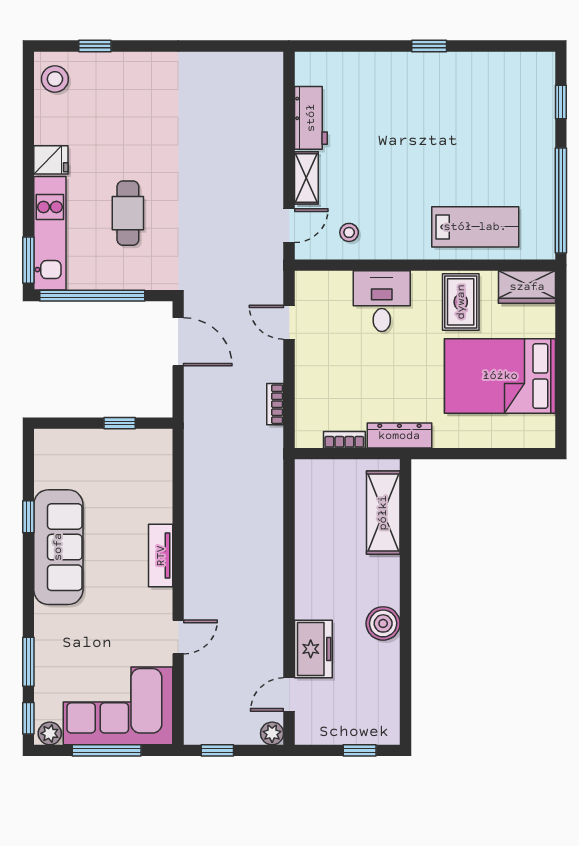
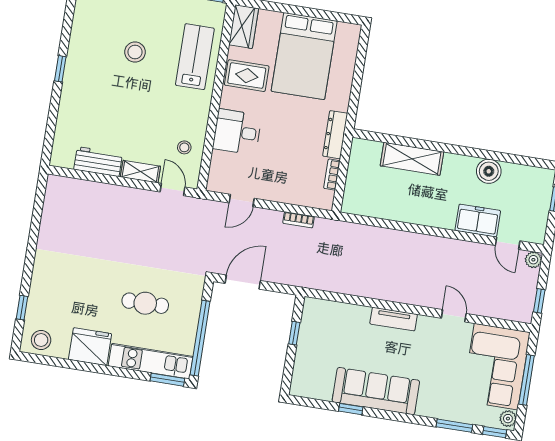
stool: (468, 144) -> (135, 52), added
fridge: (51, 160) -> (90, 347), width x1.88, depth x1.34
shelving: (383, 513) -> (412, 159), moved
boiler: (383, 623) -> (489, 171), moved

